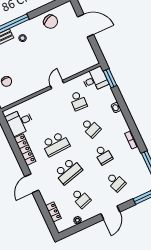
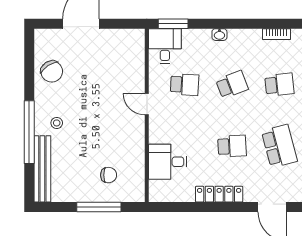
chair: (51, 22) -> (52, 71), turned 82
desk: (20, 122) -> (168, 162), moved, turned 90
school desk: (56, 144) -> (232, 146), width x0.54

